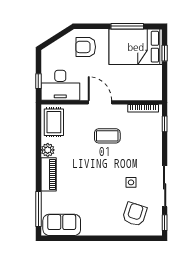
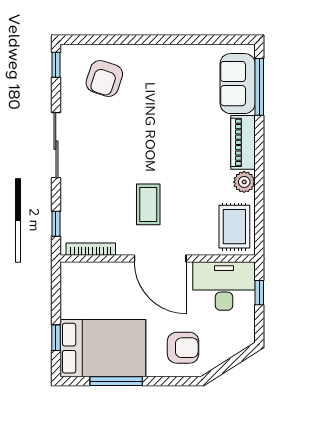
door: (100, 102) -> (160, 259), width x1.36
coffee table: (107, 136) -> (148, 204), turned 90
side table: (131, 182) -> (110, 130), removed
sliding door: (165, 186) -> (56, 145), moved
sofa: (62, 225) -> (238, 84), moved, turned 90

